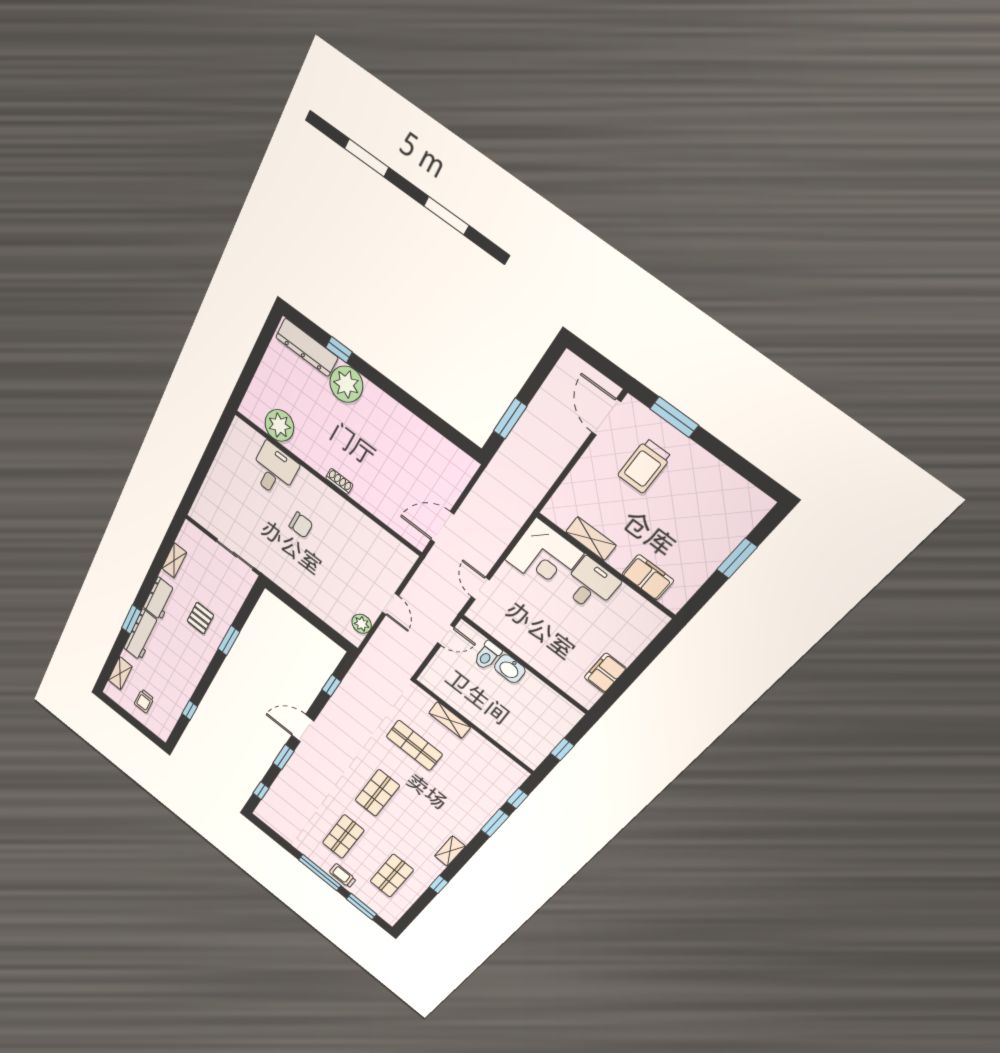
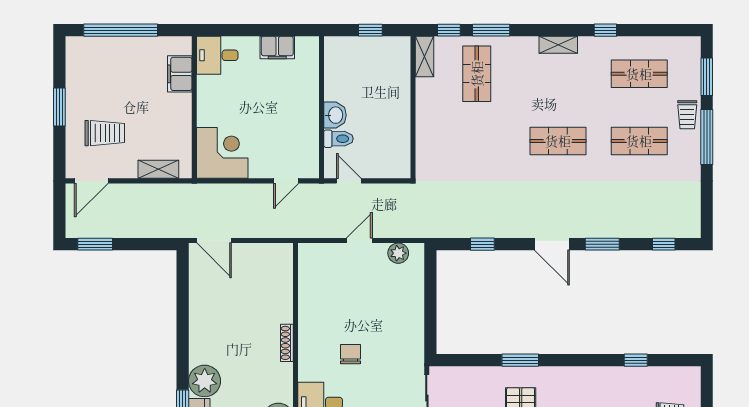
window: (674, 417) -> (59, 107), moved
window: (510, 419) -> (95, 244), moved
shoe rack: (339, 481) -> (287, 343), width x1.43
door: (442, 527) -> (214, 241), moved
shelving: (591, 539) -> (158, 169), moved, turned 90
window: (737, 558) -> (121, 30), width x2.11
desk: (590, 585) -> (217, 55), moved
shelving: (450, 720) -> (424, 56), moved
shop shelf: (414, 745) -> (477, 74), moved

